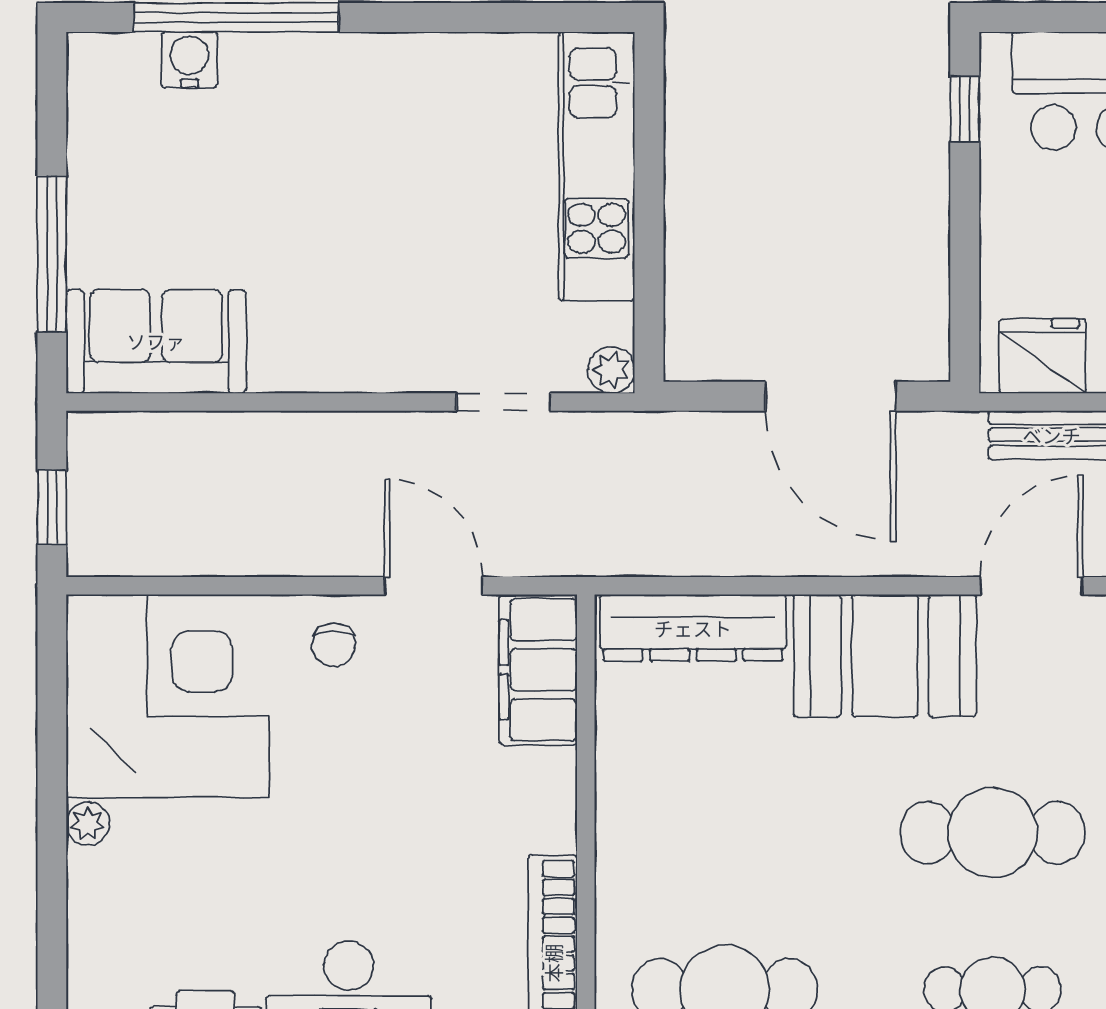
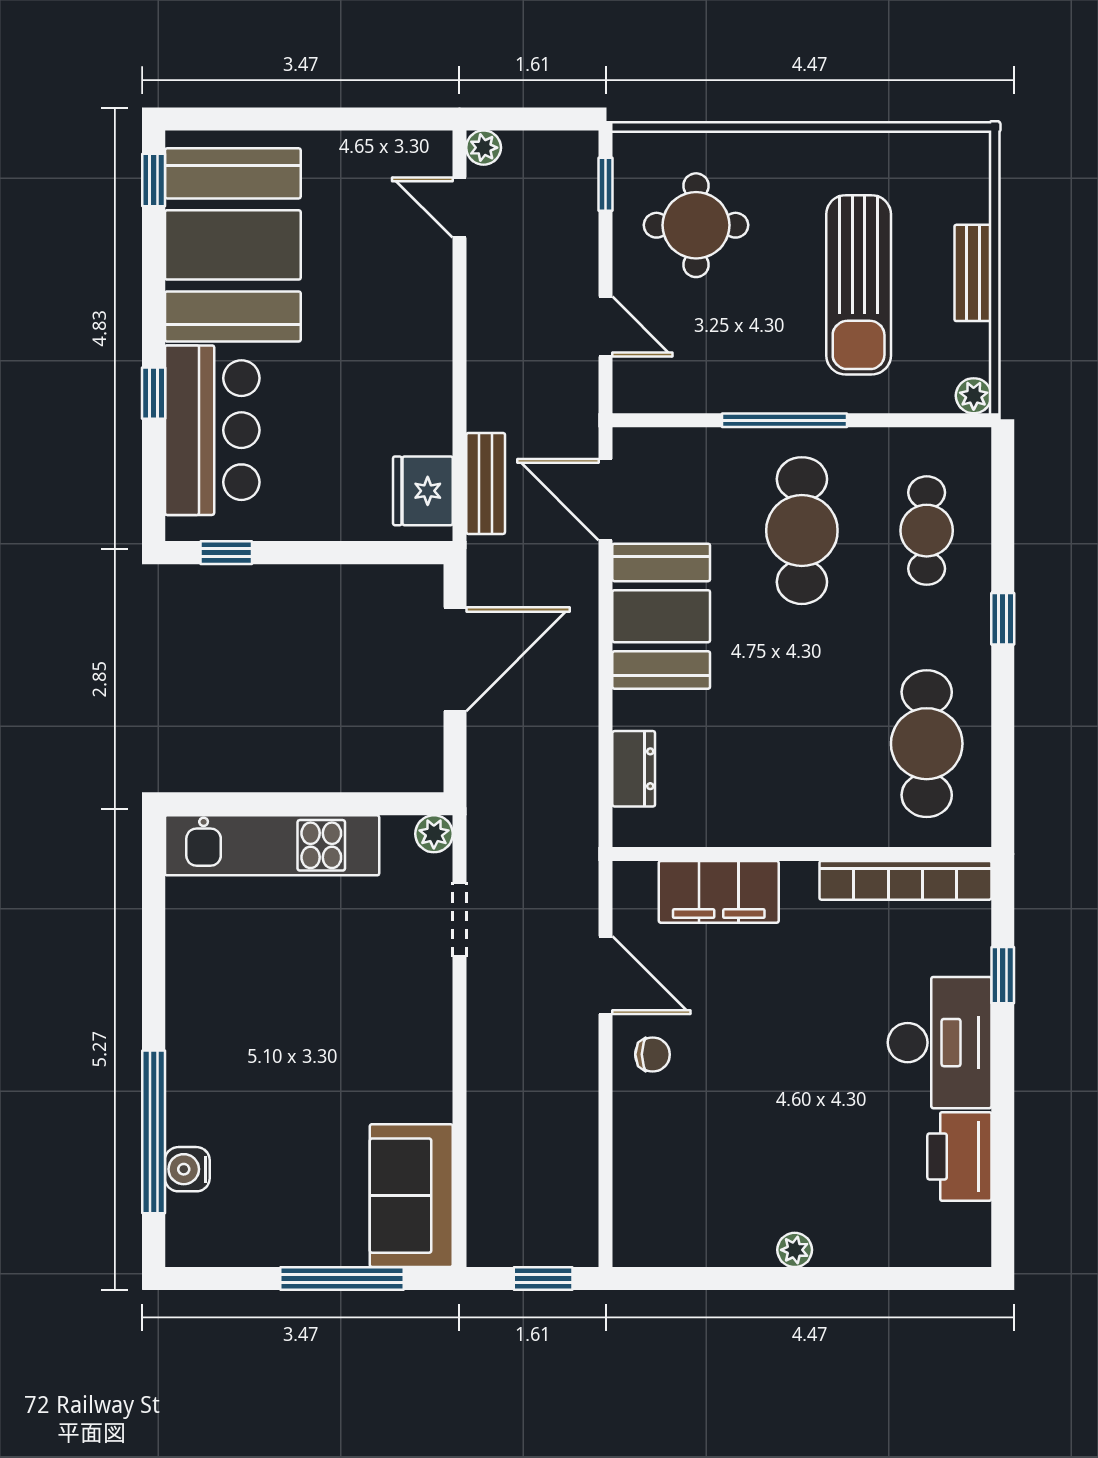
door: (434, 586) -> (606, 975), swing flipped
dresser: (693, 628) -> (634, 769), width x0.51, depth x0.80
filing cabinet: (538, 670) -> (719, 892), moved
corner desk: (168, 696) -> (693, 1186), removed

